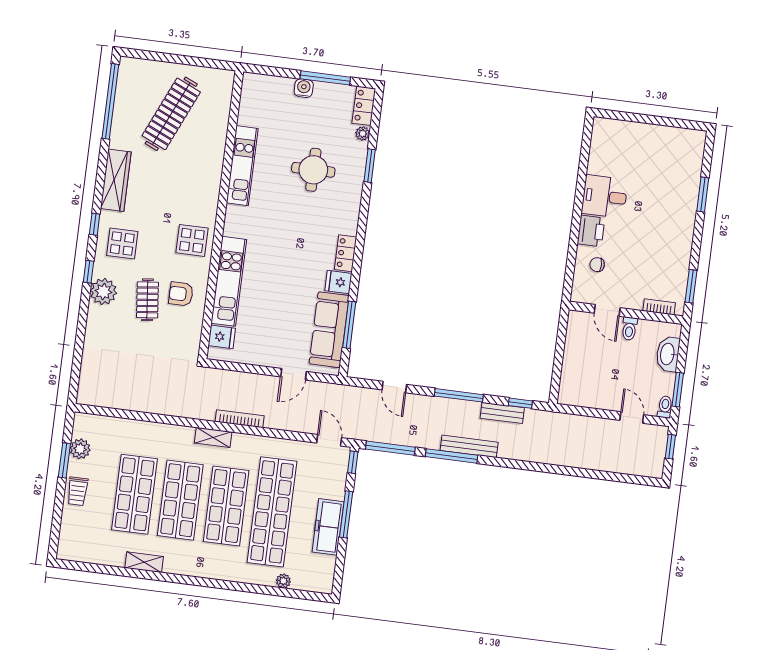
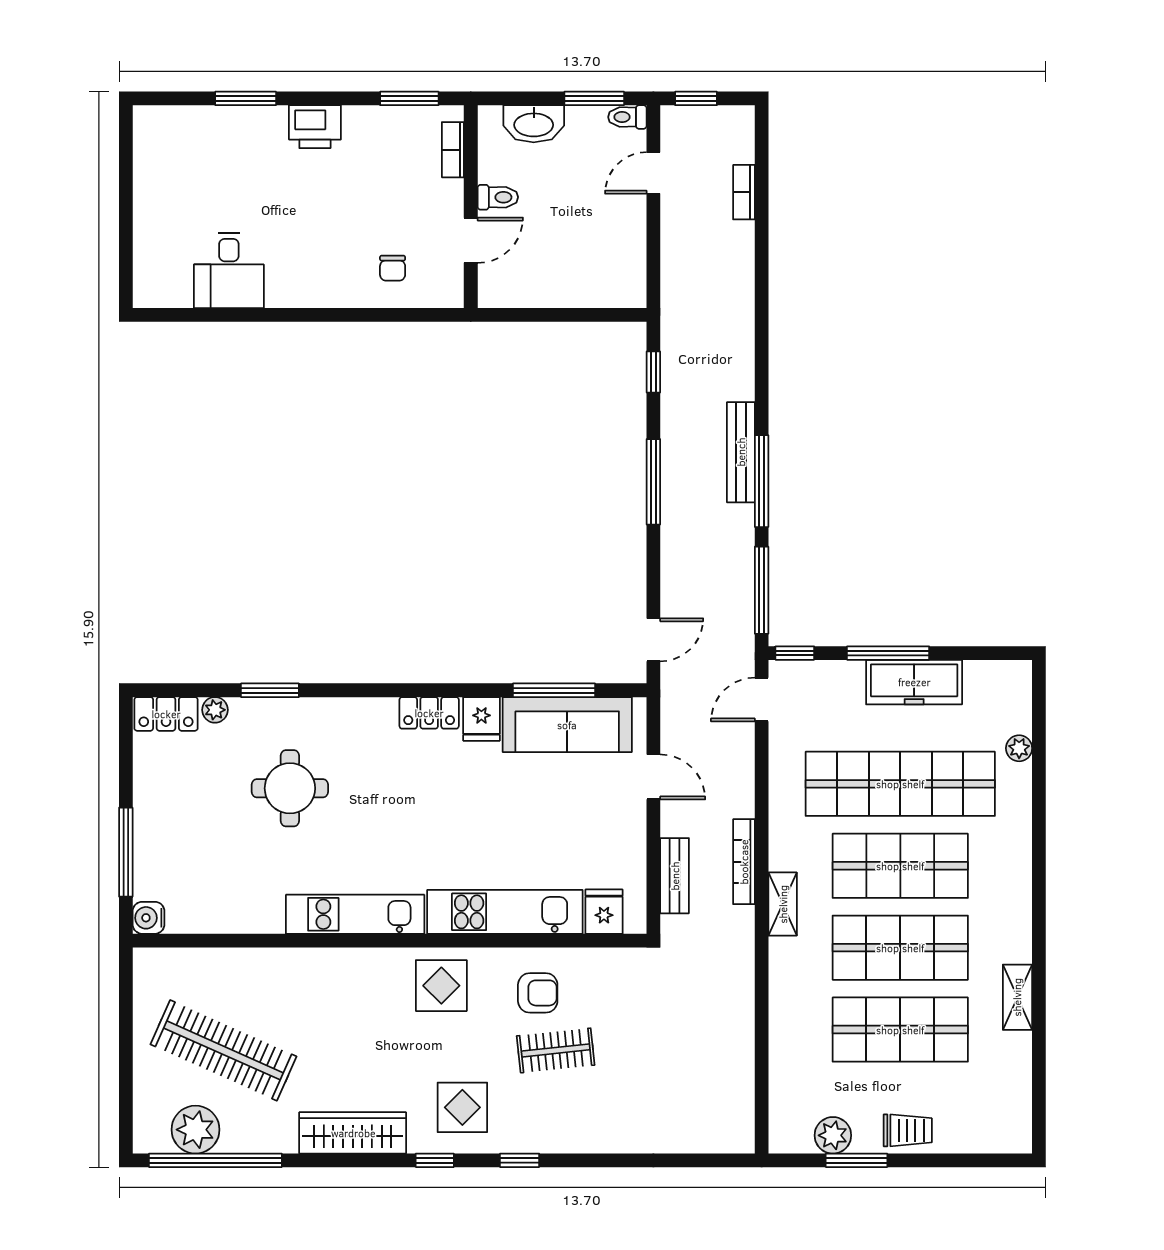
window: (325, 78) -> (126, 852), moved
water cooler: (304, 88) -> (149, 918), moved
kitchen unit: (242, 166) -> (355, 914), moved
desk: (605, 196) -> (229, 270), moved
printer: (591, 231) -> (315, 127), moved, turned 180
plant: (103, 292) -> (195, 1130), moved
armchair: (181, 294) -> (538, 993), turned -90
door: (394, 387) -> (653, 640), moved
bench: (502, 413) -> (675, 876), moved
bookcase: (614, 467) -> (744, 192), added

